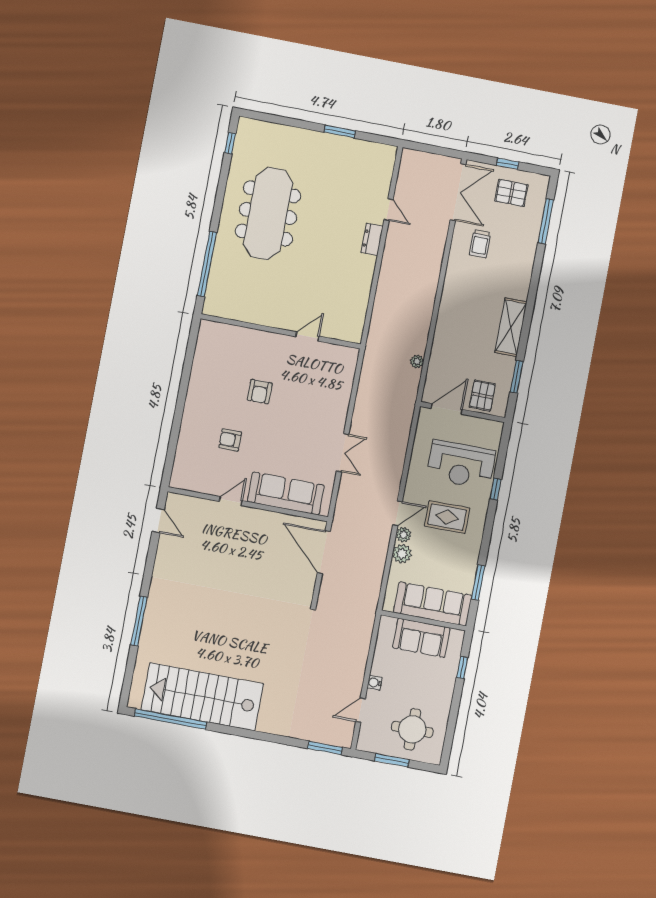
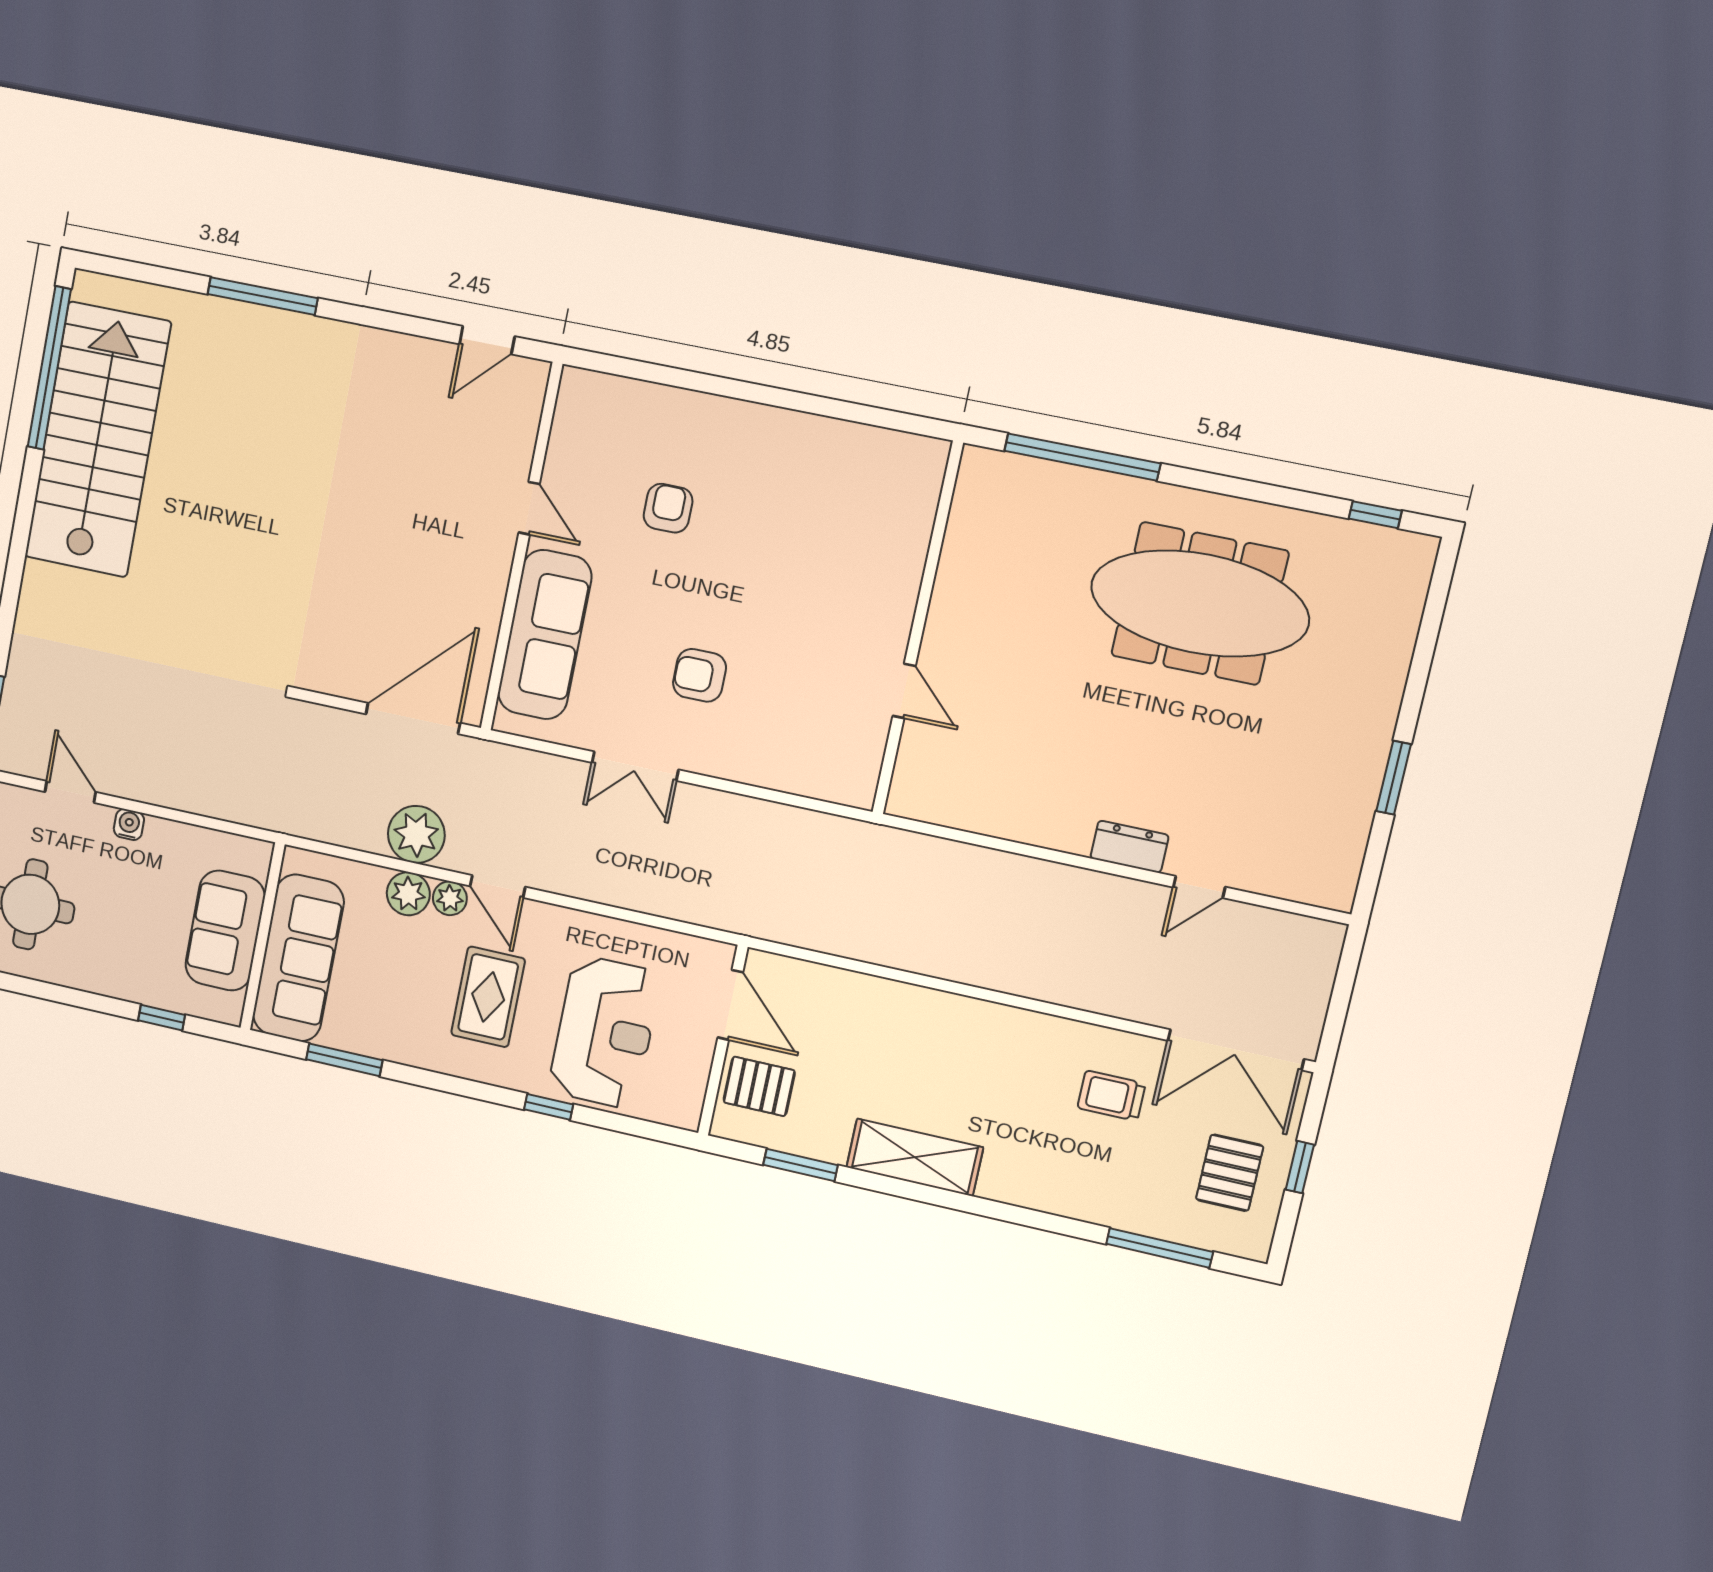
plant: (417, 361) -> (416, 834), moved, width x1.87, depth x1.87
armchair: (260, 392) -> (700, 675), moved
reception desk: (461, 464) -> (605, 1032), turned 180

